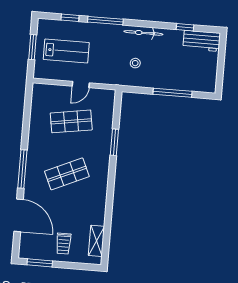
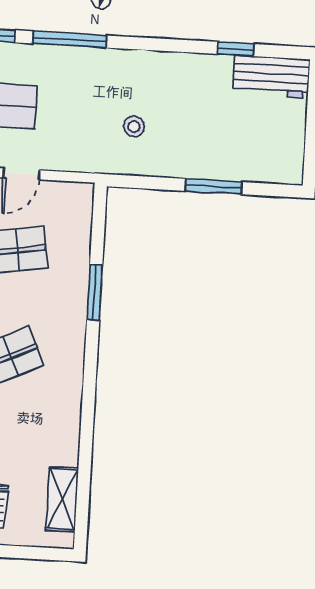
bicycle: (143, 33) -> (149, 63), removed
window: (173, 93) -> (213, 186), width x0.69

